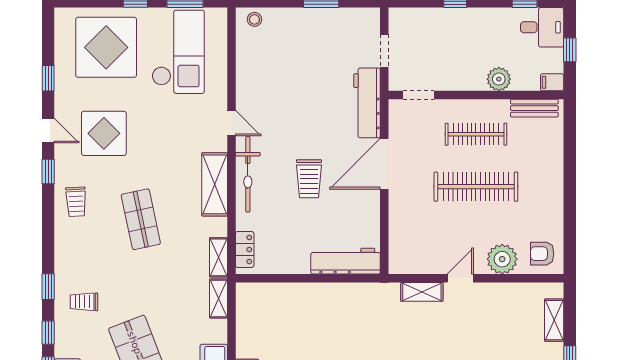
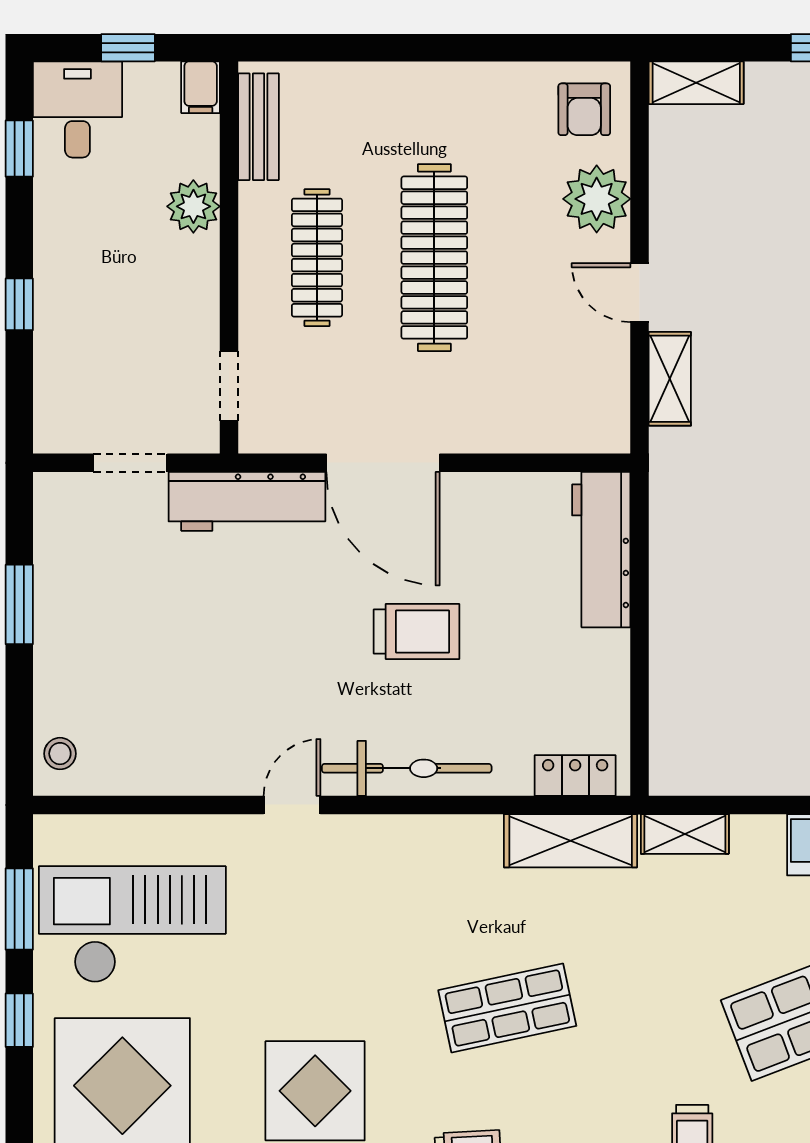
shelving: (215, 184) -> (429, 843), removed
shelving: (218, 257) -> (571, 841), width x1.50, depth x1.33
shelving: (554, 320) -> (696, 83), moved

